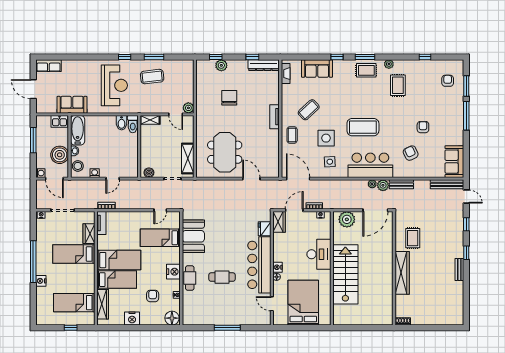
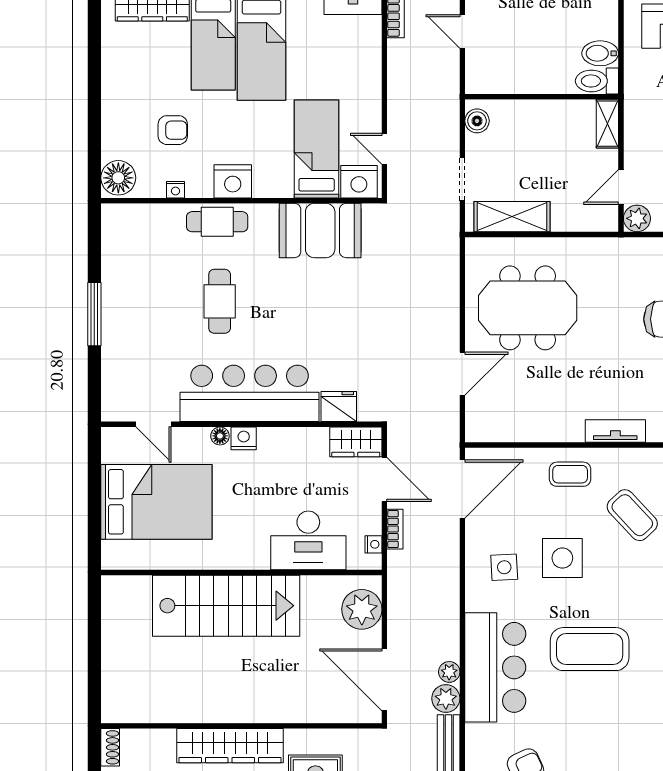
coffee table: (363, 127) -> (590, 649), turned 90
desk: (319, 254) -> (308, 540), moved
door: (272, 304) -> (154, 424), swing flipped
nightstand: (132, 318) -> (359, 182), moved, turned -90

